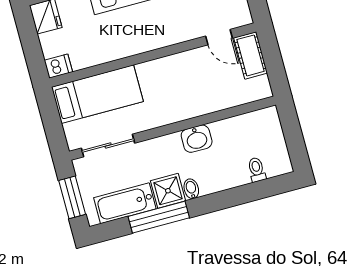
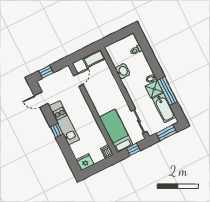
cot: (251, 55) -> (94, 59), moved
window: (52, 122) -> (133, 149), added
washbasin: (197, 139) -> (123, 71), moved

